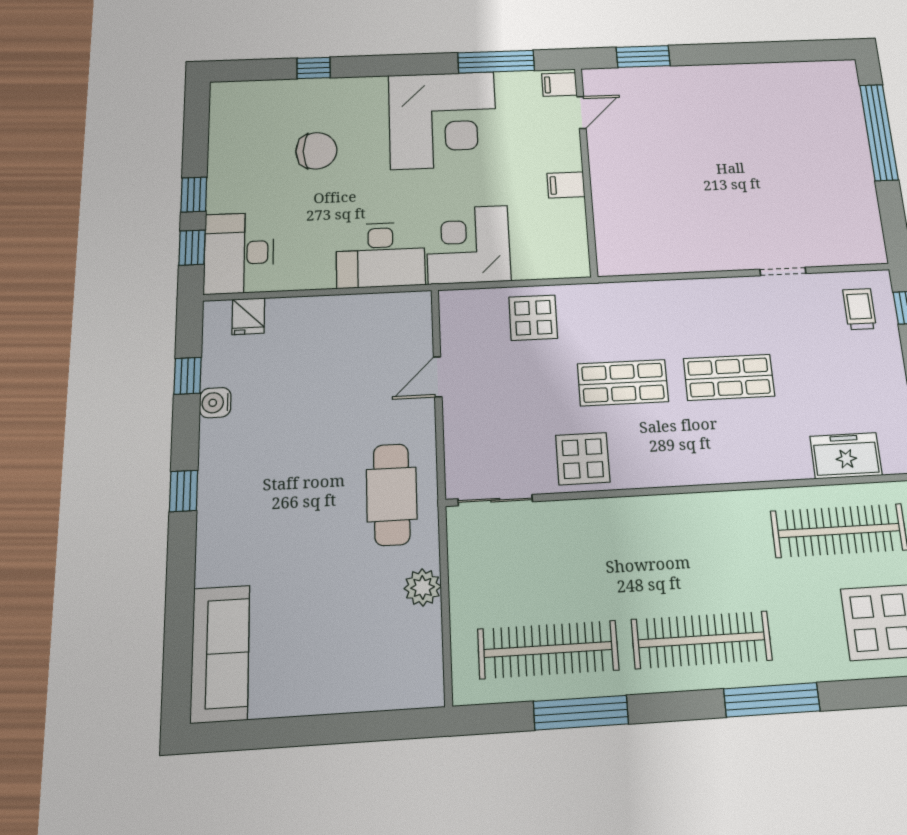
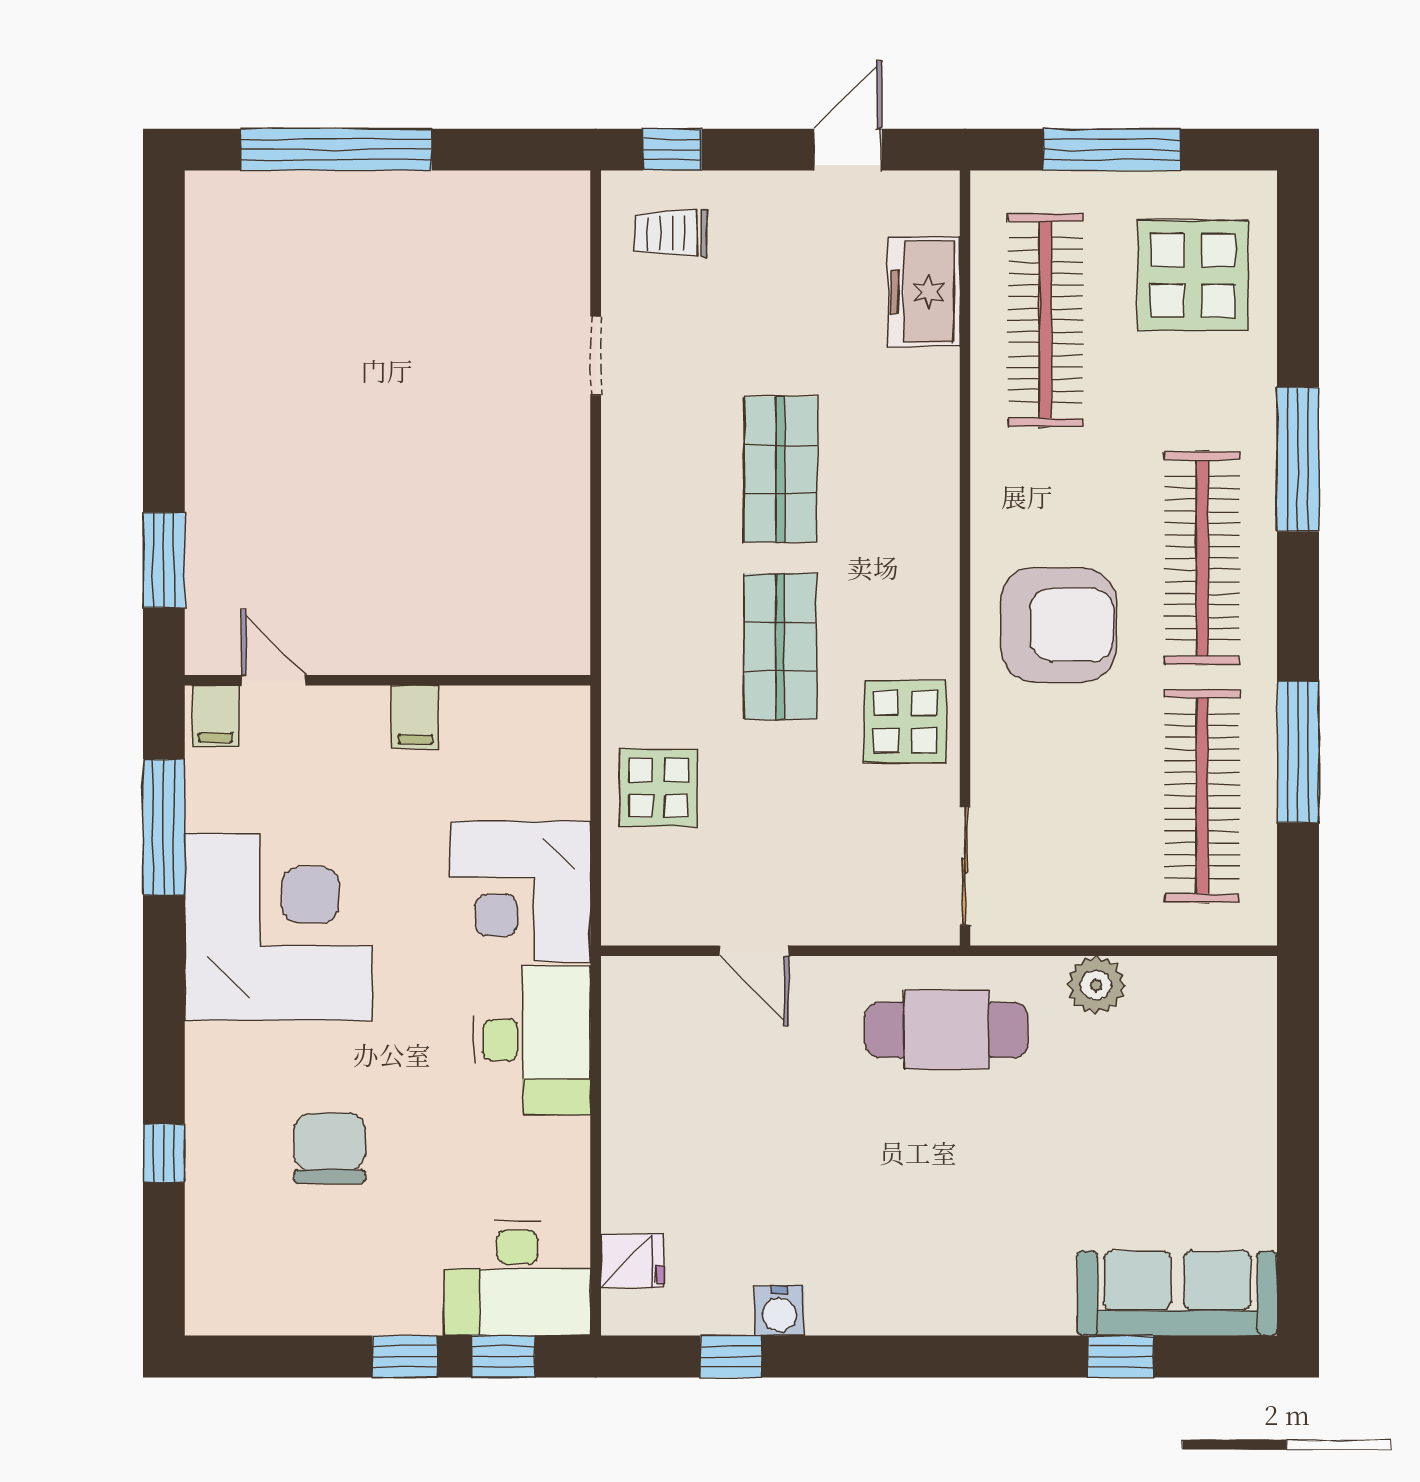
window: (184, 491) -> (1121, 1356), moved
armchair: (650, 550) -> (1058, 625), added

